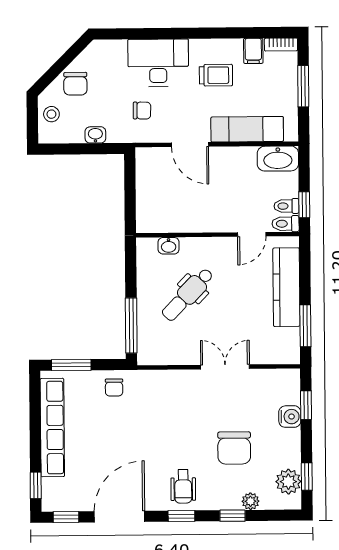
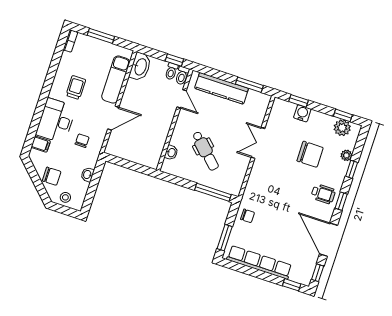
filing cabinet: (253, 51) -> (41, 144), moved

